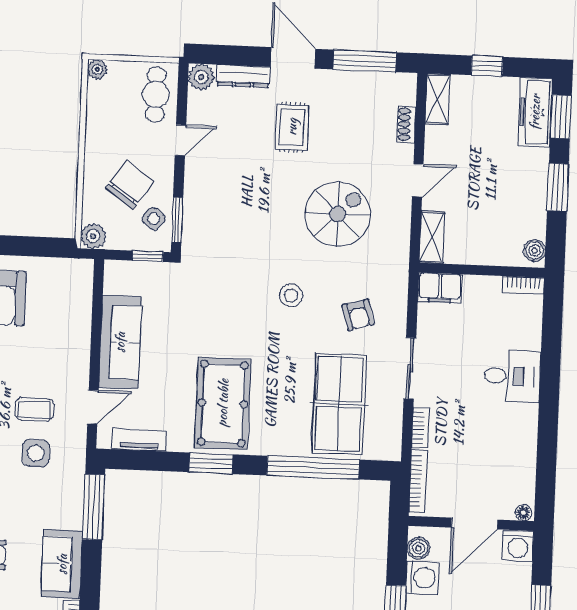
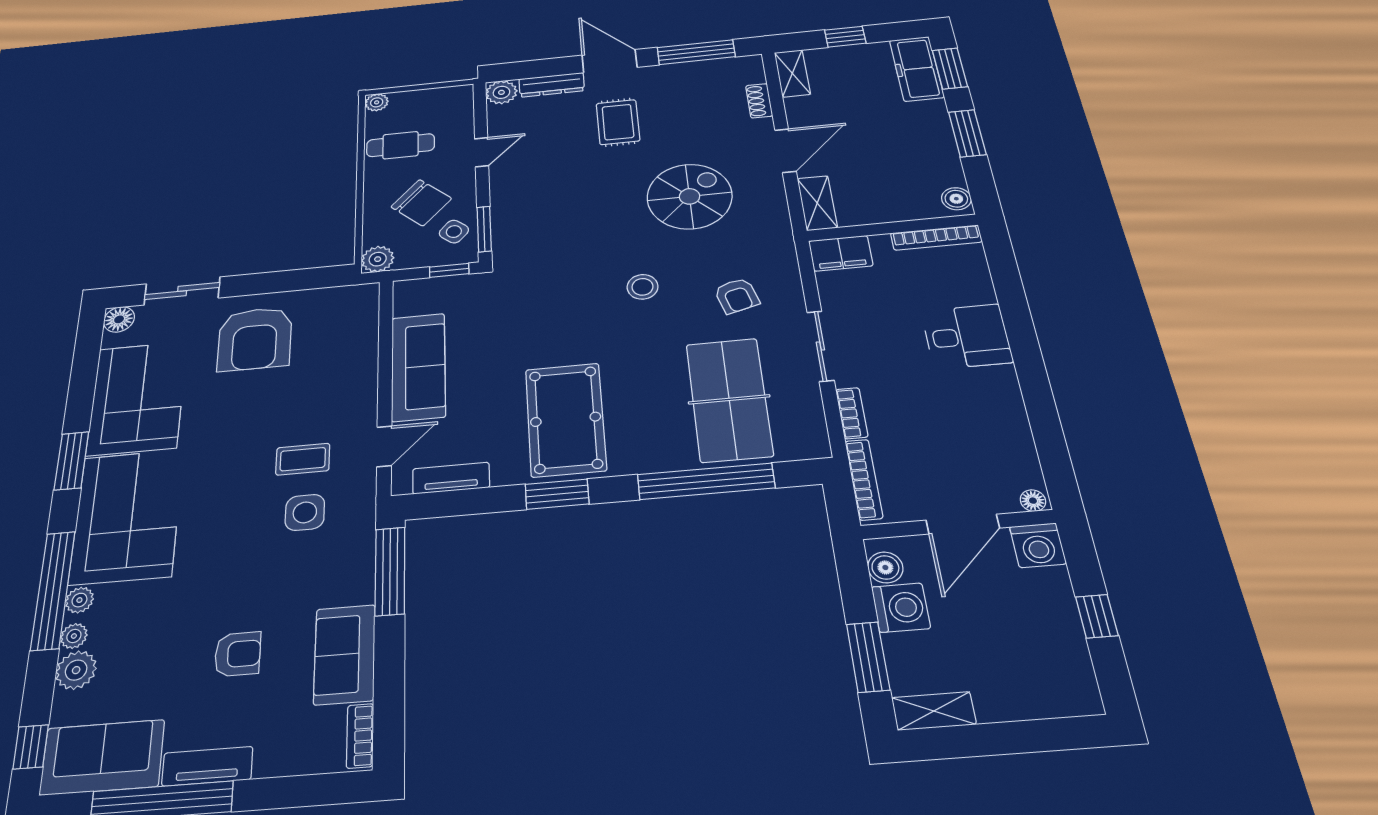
cafe table: (156, 94) -> (401, 145), moved, turned 90
door: (418, 181) -> (786, 151), width x1.38
chair: (130, 185) -> (421, 203), turned 97
bookcase: (523, 285) -> (936, 238), width x1.56

